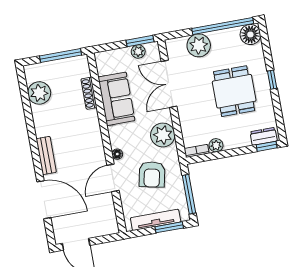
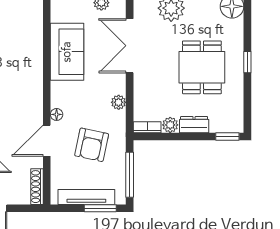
shoe rack: (89, 93) -> (37, 187), moved
plant: (163, 135) -> (119, 102), width x0.53, depth x0.53
dresser: (264, 136) -> (194, 125), moved

